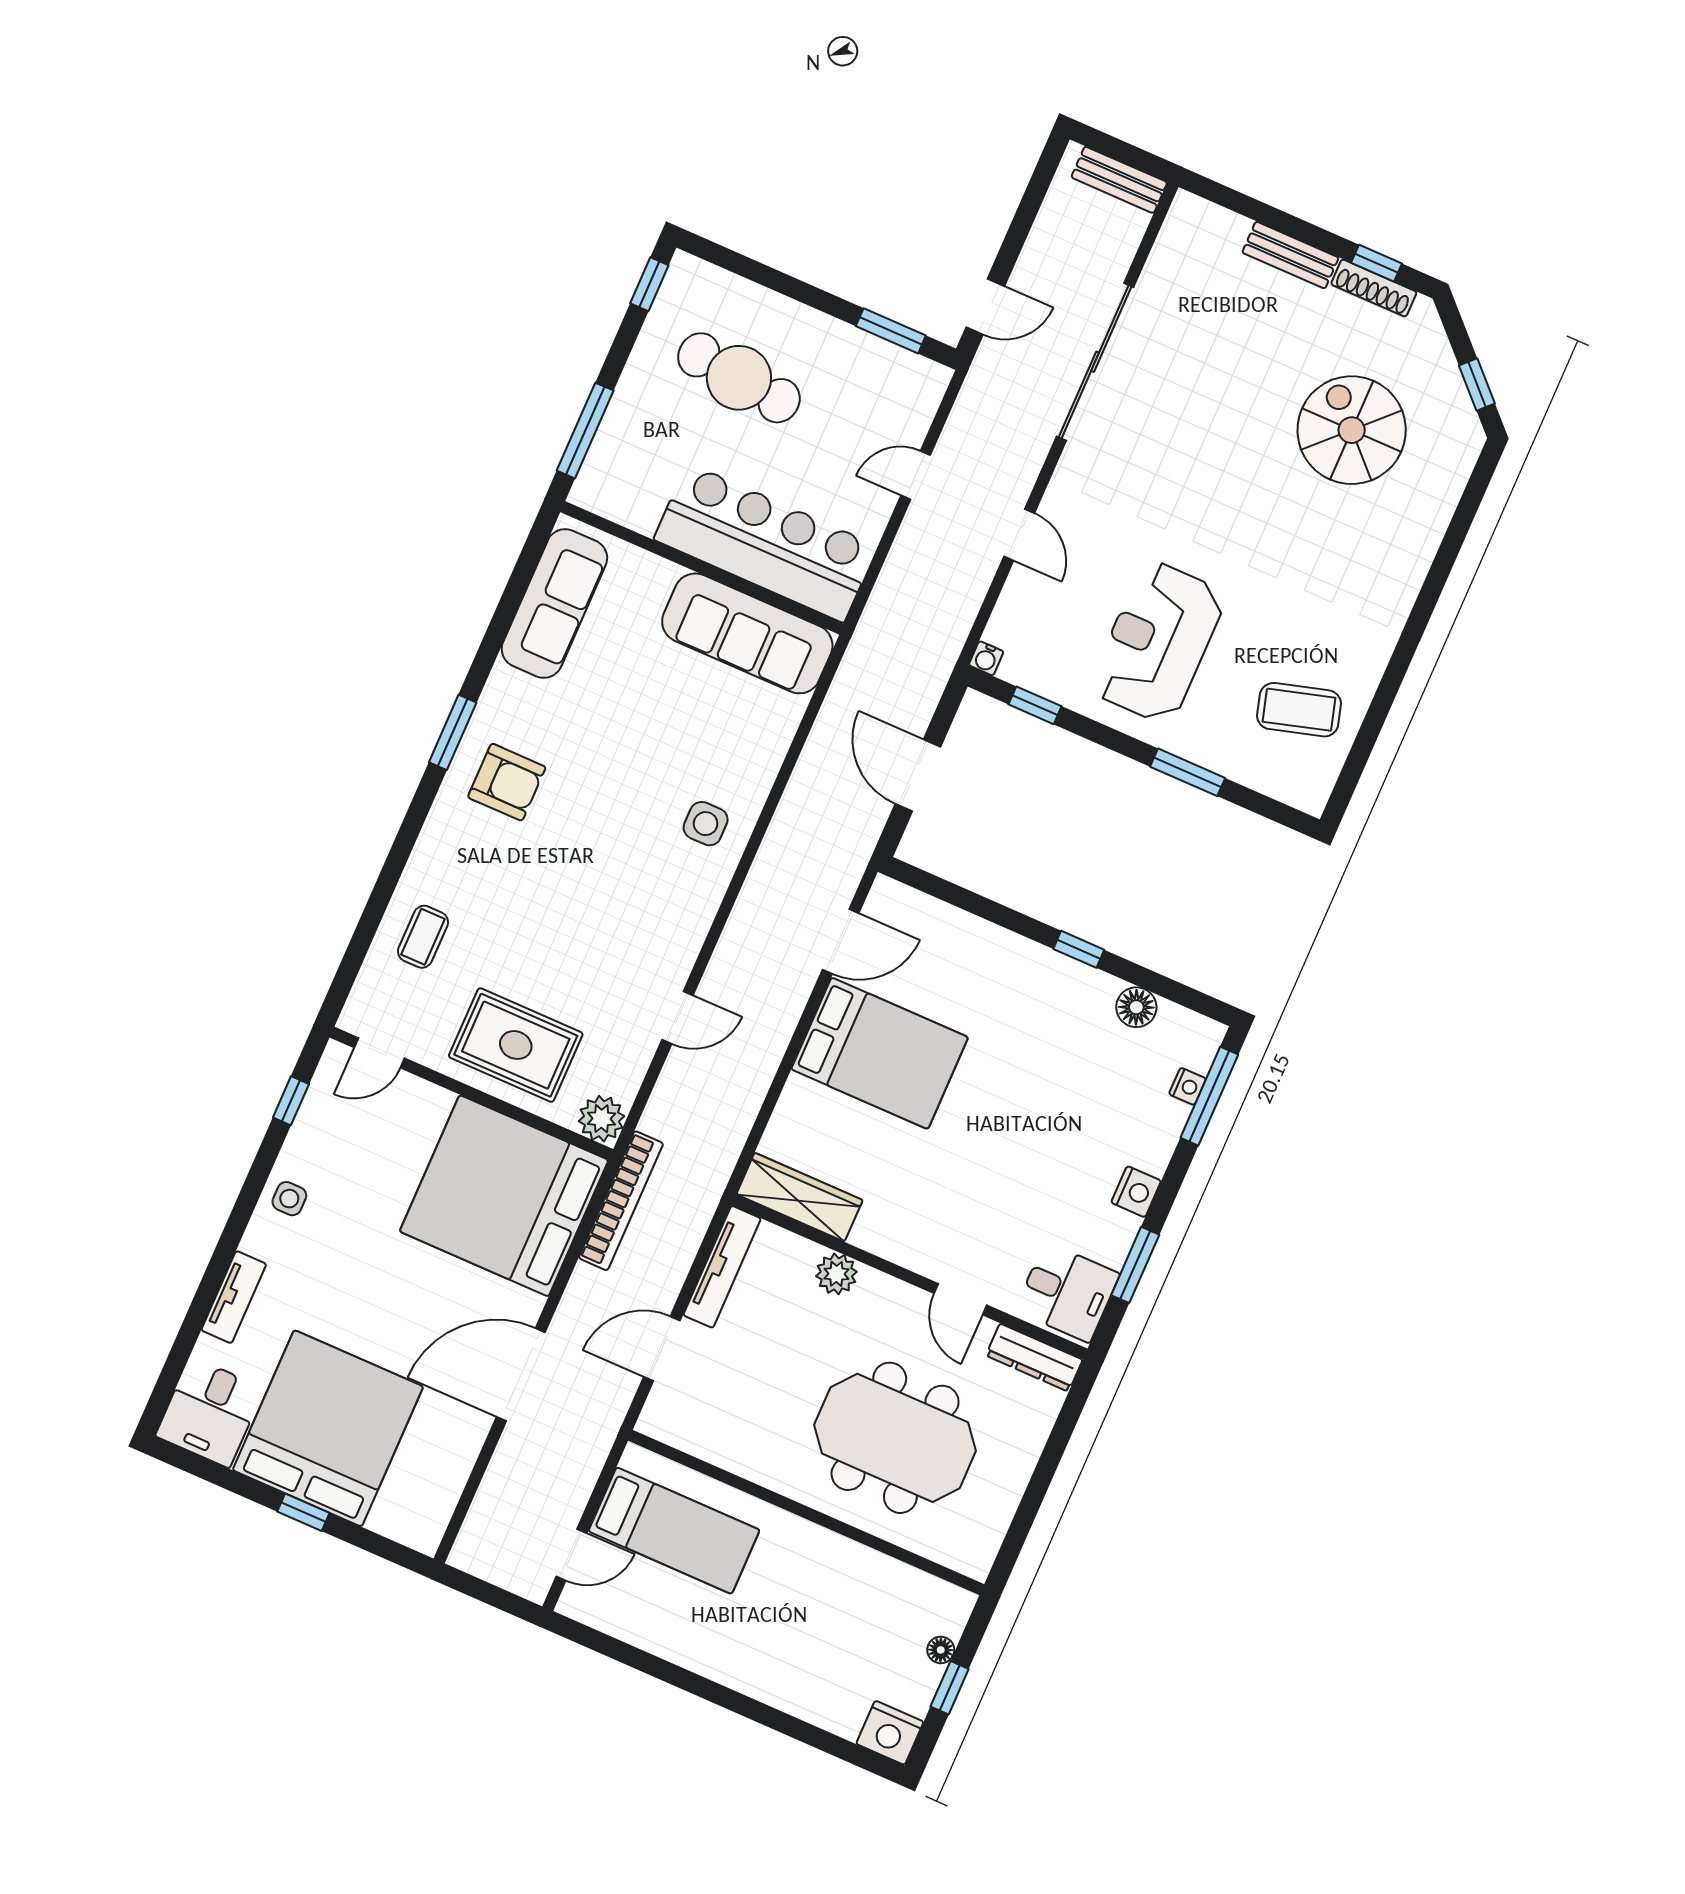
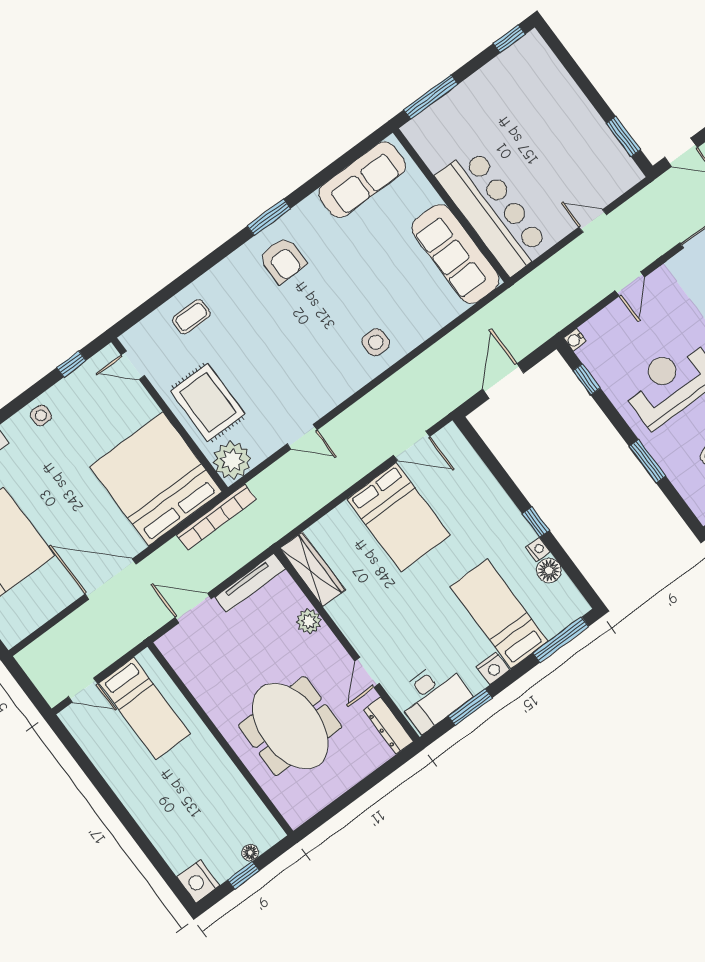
cafe table: (739, 378) -> (529, 116), removed
nightstand: (1187, 1086) -> (538, 550), moved, turned -90
bed: (1101, 1109) -> (499, 614), added
plant: (601, 1119) -> (232, 460), width x1.36, depth x1.36
desk: (1067, 1292) -> (433, 696), width x1.37

